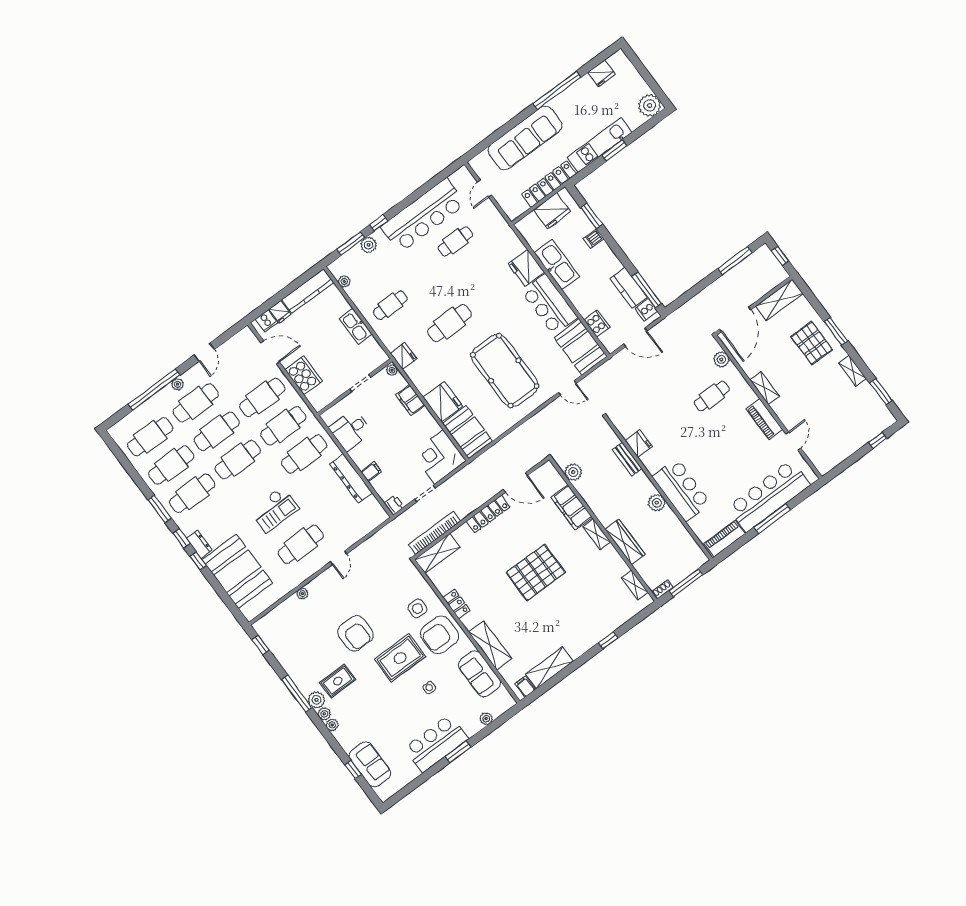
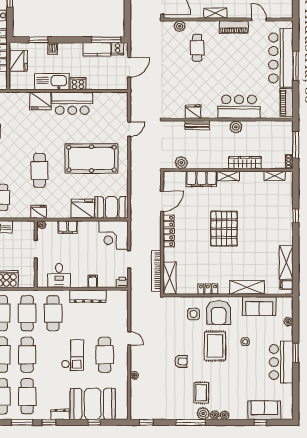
cooker: (597, 323) -> (78, 84), moved
booth: (581, 347) -> (111, 104), removed
window: (198, 561) -> (94, 422), moved
armchair: (355, 633) -> (181, 361), width x0.53, depth x0.53

